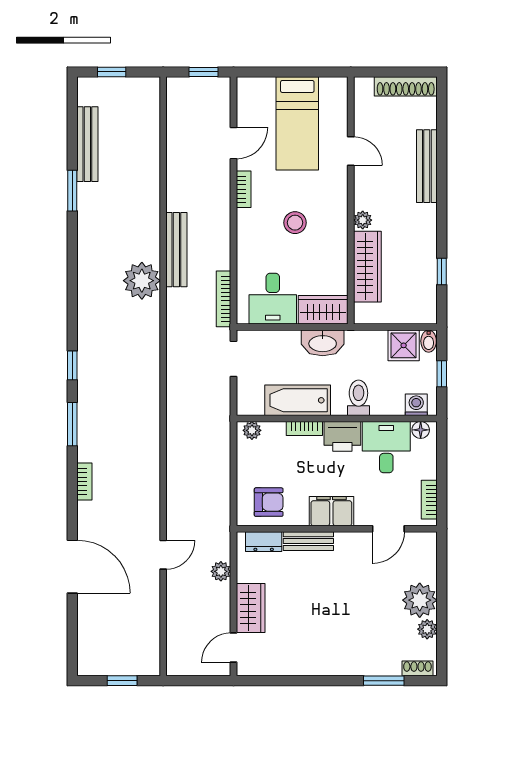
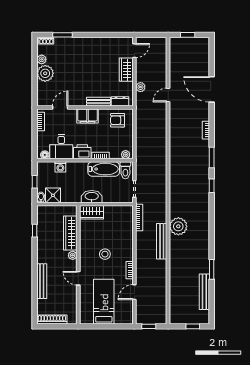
door: (351, 151) -> (78, 278), moved
desk: (273, 299) -> (116, 218), removed
toilet: (358, 398) -> (125, 170), moved
washing machine: (416, 405) -> (60, 167), moved

